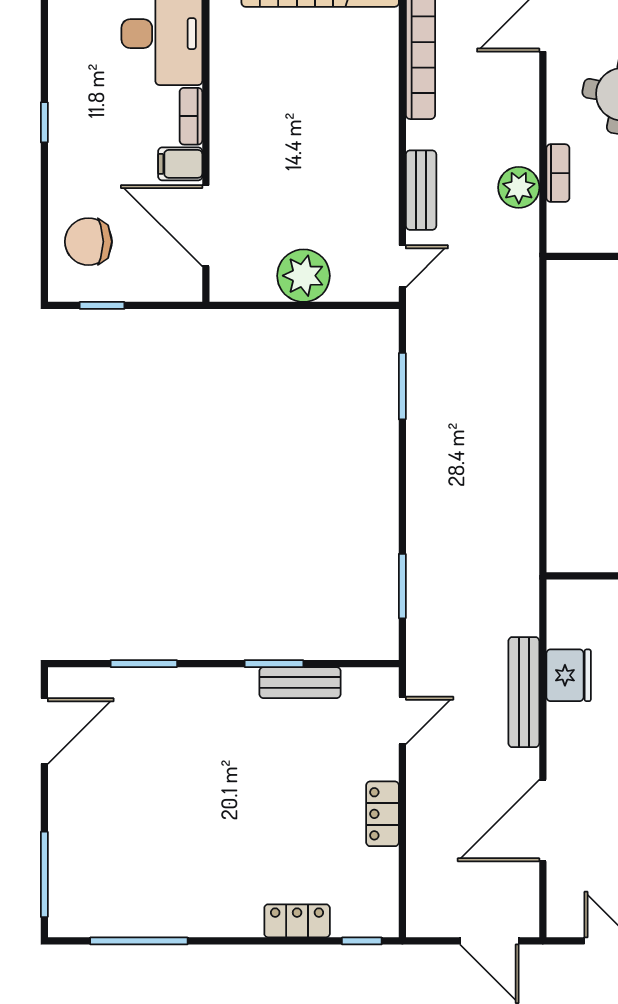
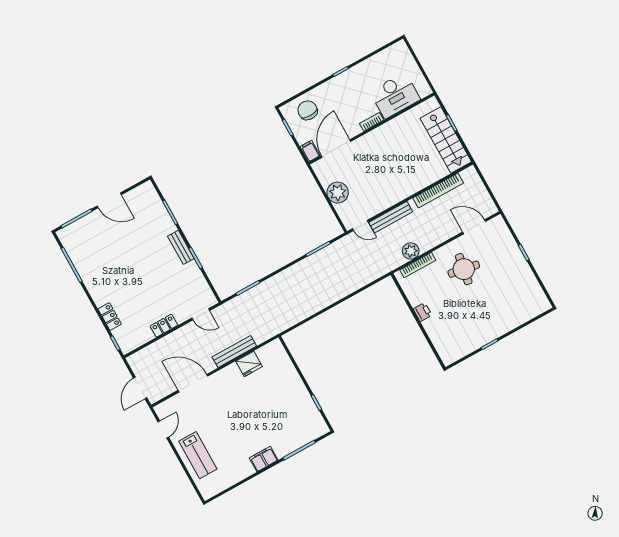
filing cabinet: (180, 164) -> (310, 151), moved
bookcase: (558, 173) -> (418, 265), width x1.56
bench: (421, 190) -> (391, 217), width x1.36
bench: (300, 683) -> (181, 247), moved
door: (44, 731) -> (109, 200), moved

